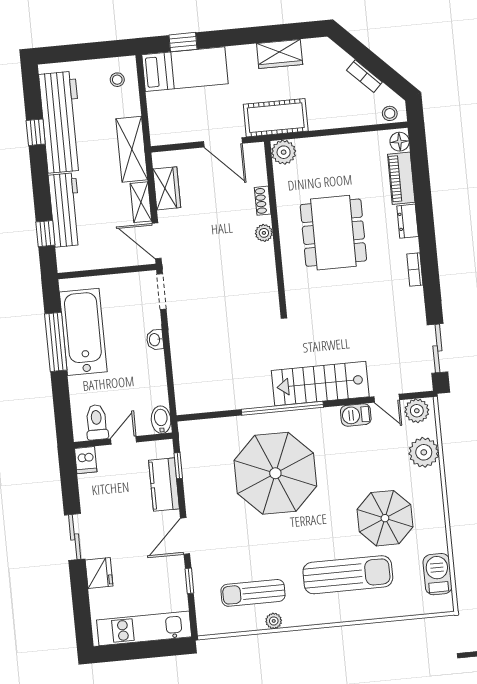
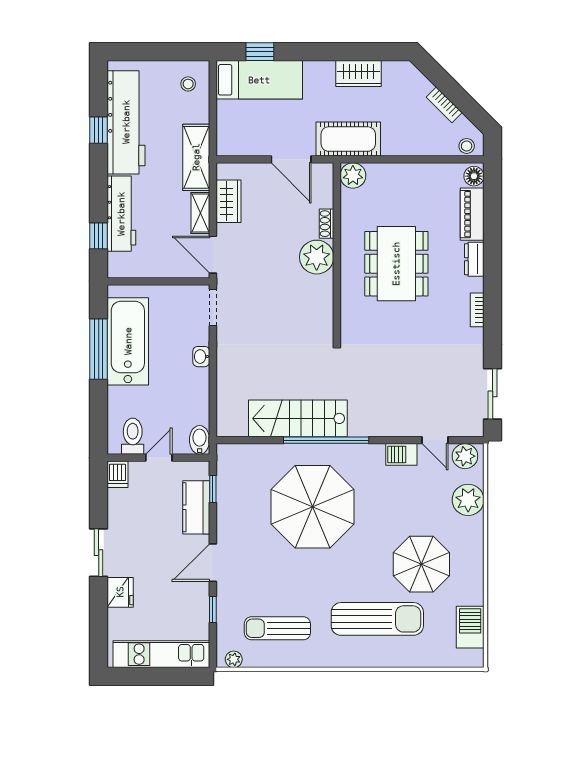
plant: (264, 233) -> (317, 257), width x1.87, depth x1.87
stairs: (320, 384) -> (298, 418), moved
plant: (274, 621) -> (234, 659), moved

